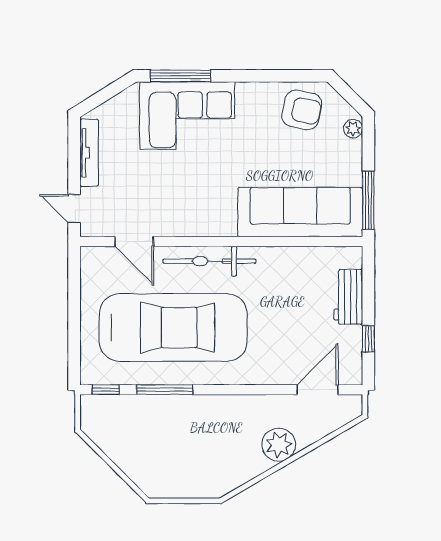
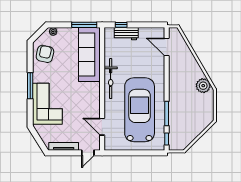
window: (180, 76) -> (30, 86), moved
door: (134, 241) -> (102, 127), swing flipped
bicycle: (209, 261) -> (111, 79), moved
window: (368, 339) -> (121, 25), moved
plant: (279, 445) -> (203, 86), moved

